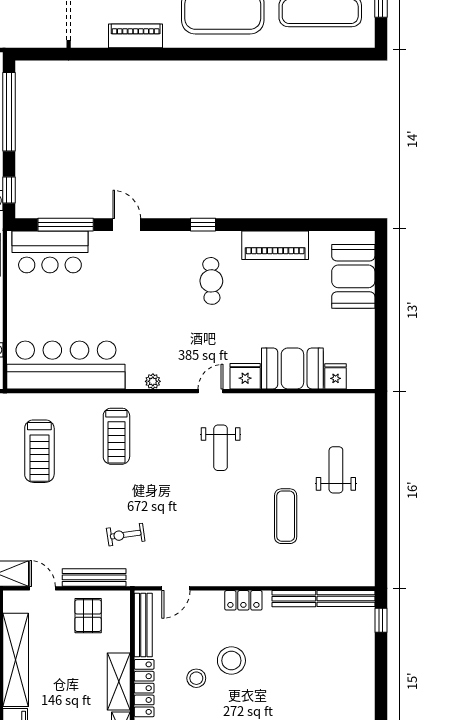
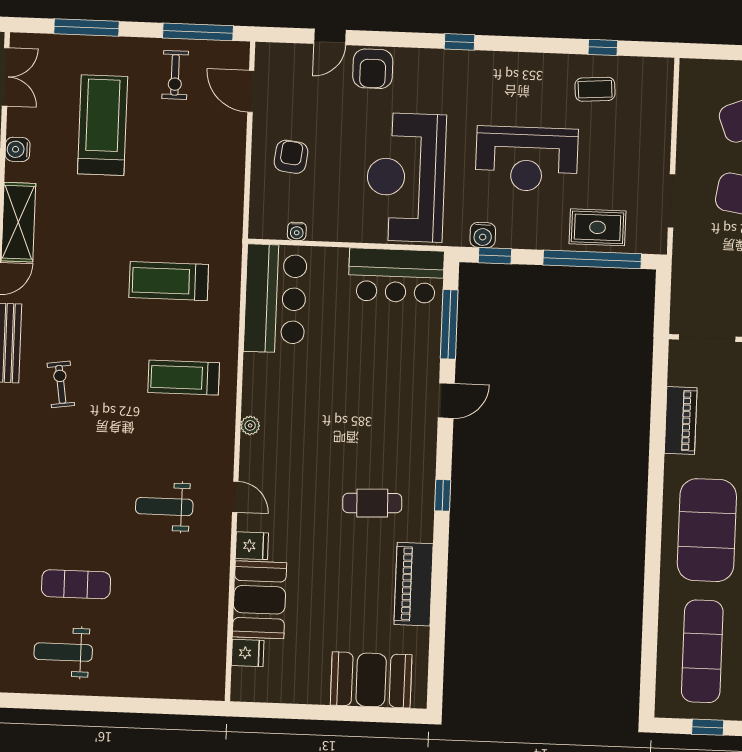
bar counter: (50, 252) -> (396, 276), moved, turned -90
bar counter: (66, 365) -> (275, 299), width x0.73
fridge: (245, 376) -> (252, 546), width x0.72
weight bench: (336, 470) -> (63, 652), moved, turned 180

